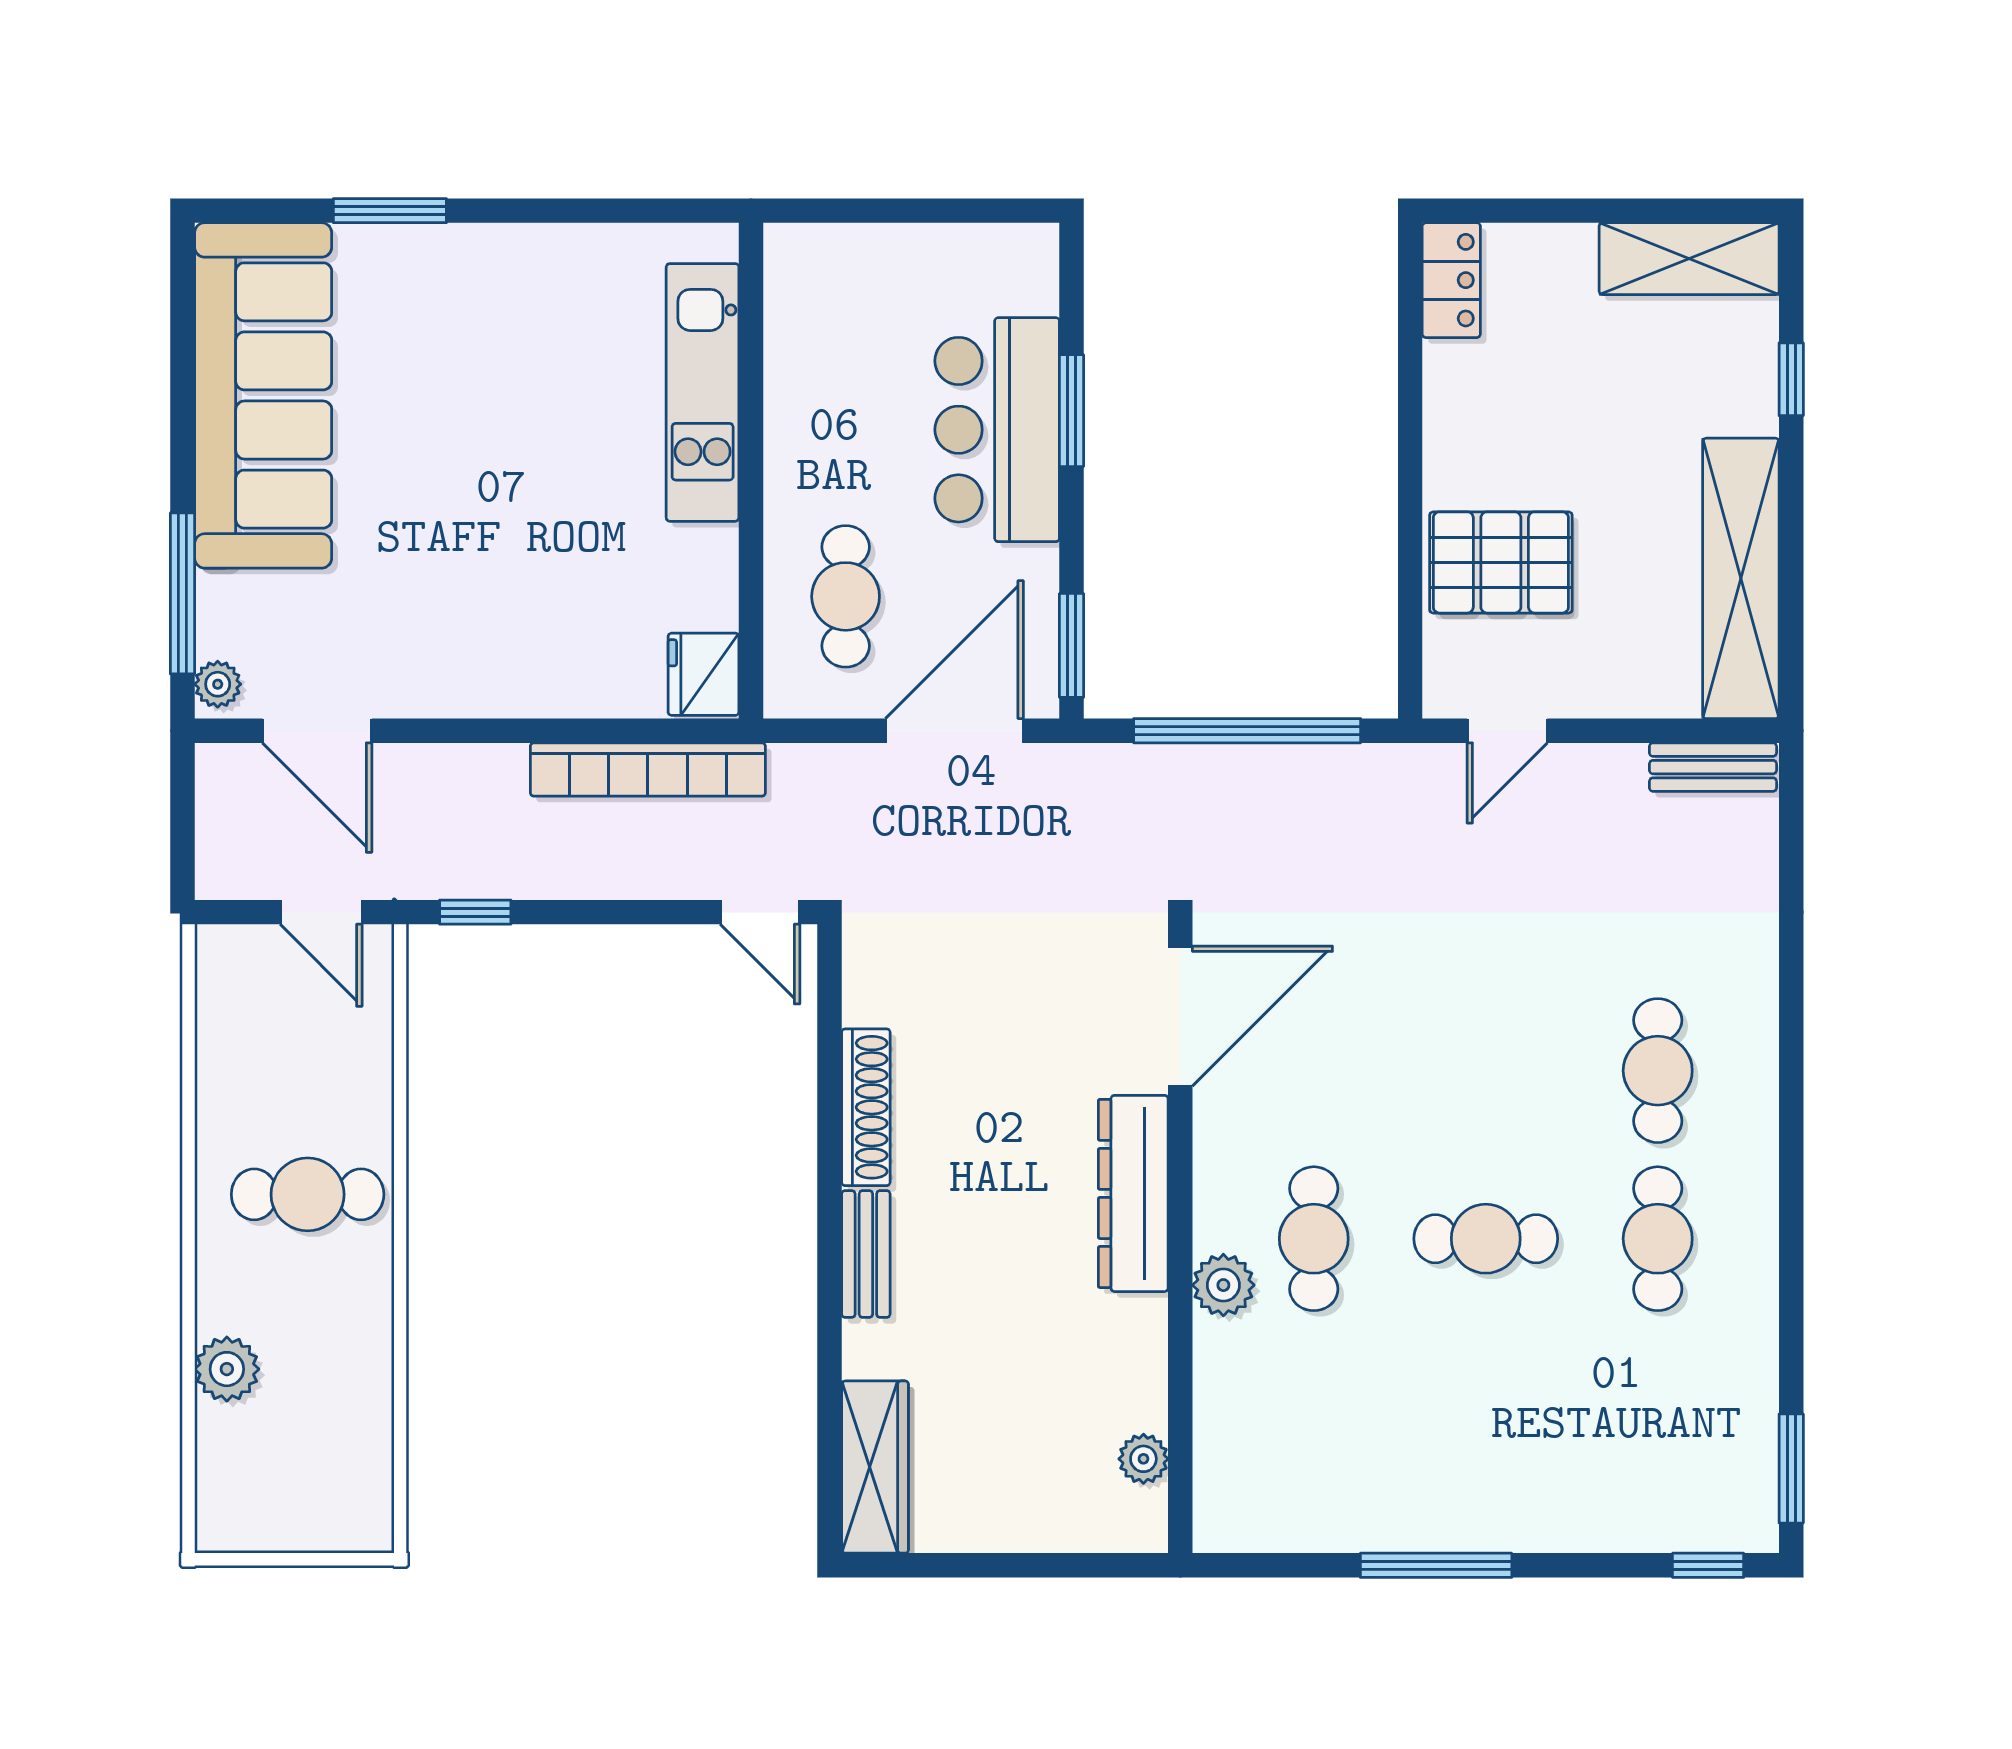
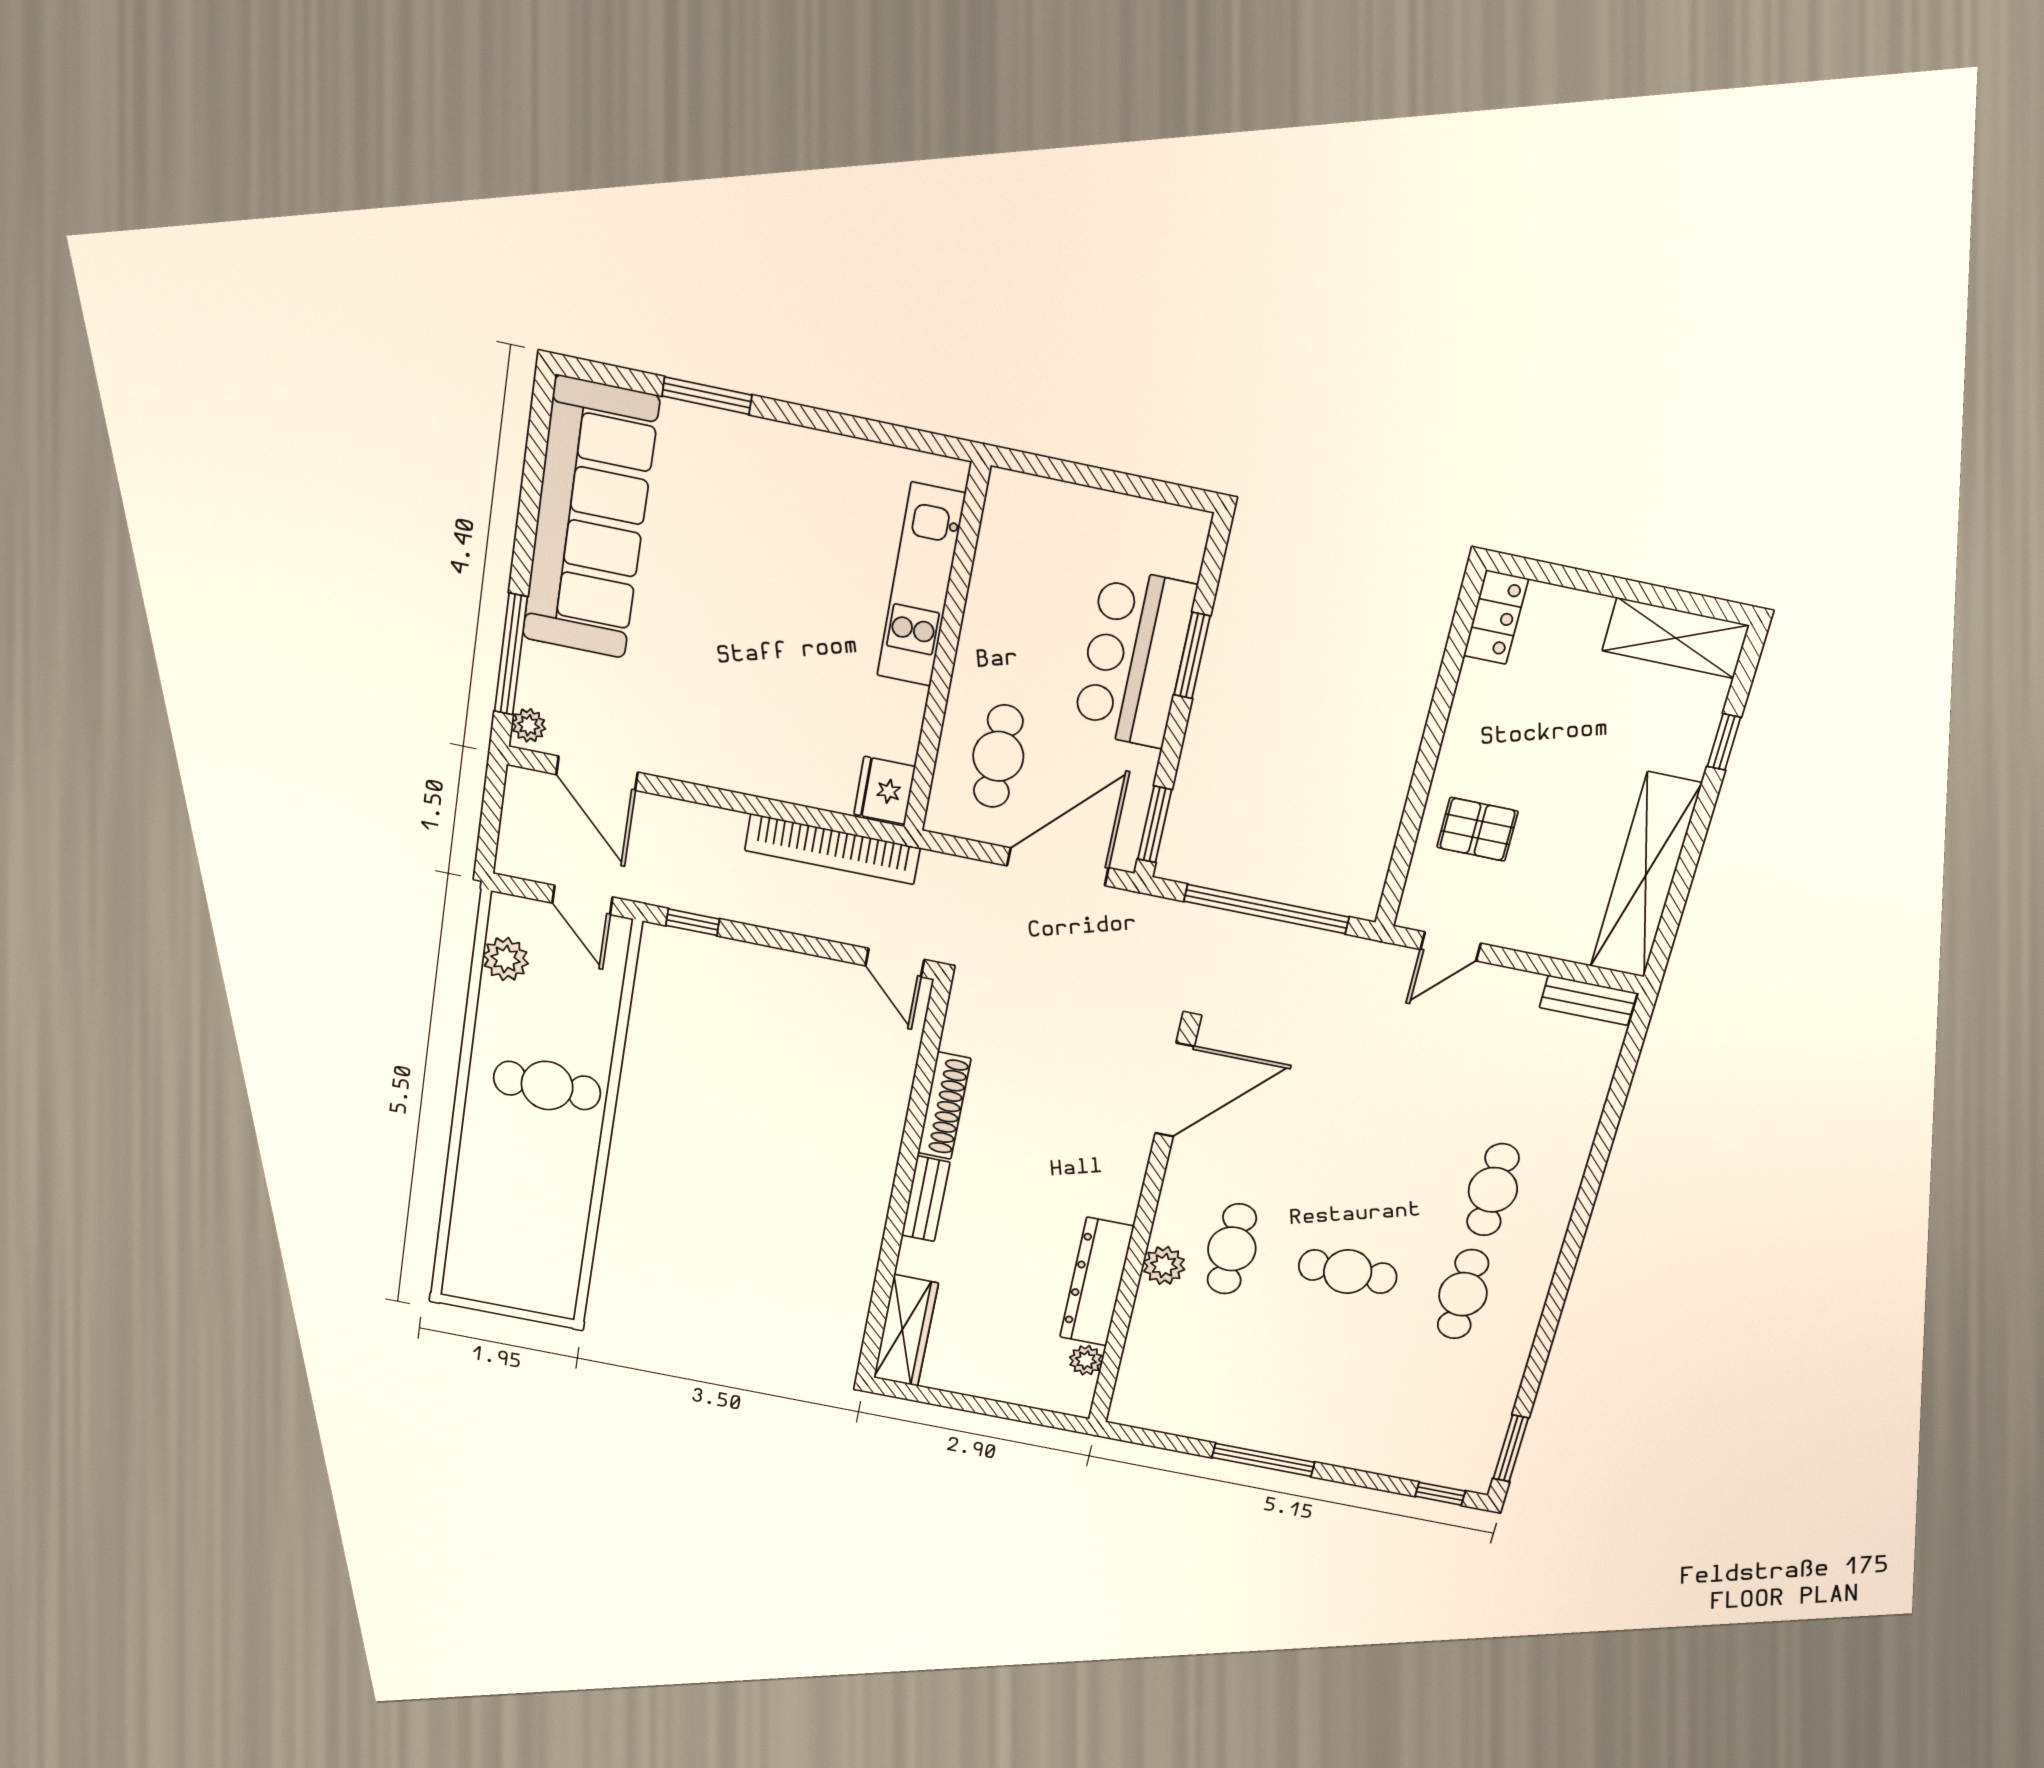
pallet: (1501, 562) -> (1477, 829), width x0.67, depth x0.71
dresser: (1133, 1193) -> (1097, 1282), moved
plant: (227, 1369) -> (506, 959), moved

